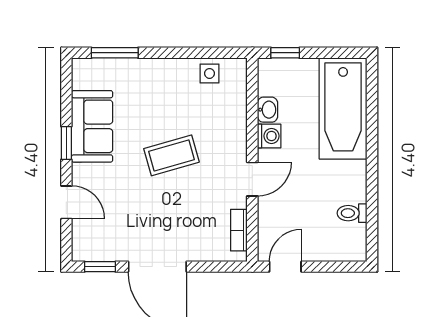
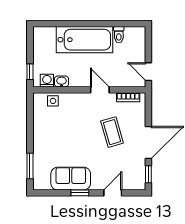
side table: (209, 73) -> (53, 101), moved
bathtub: (343, 108) -> (85, 40), moved
washing machine: (269, 136) -> (47, 81), moved
coffee table: (171, 155) -> (112, 132), moved

